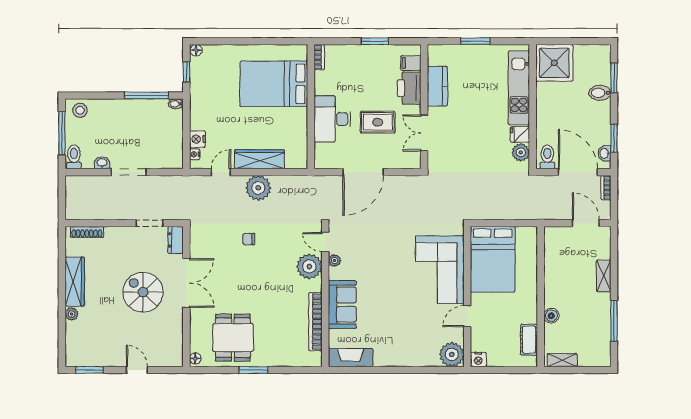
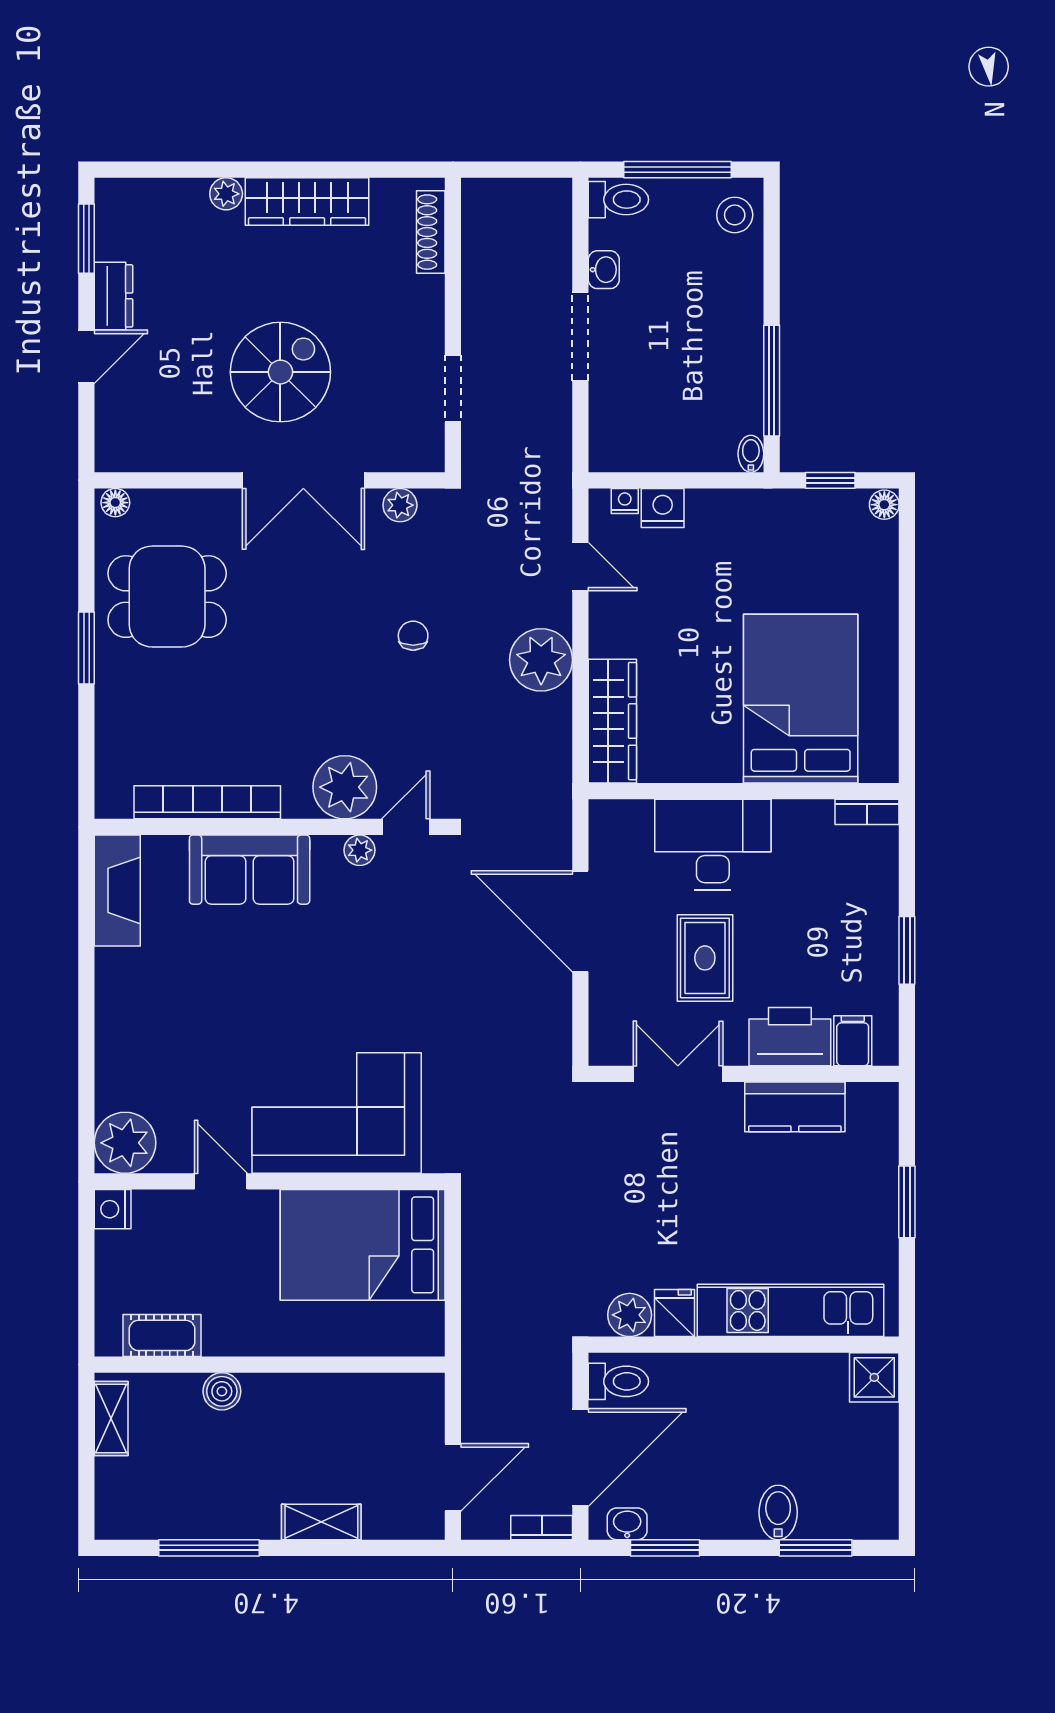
shower: (554, 63) -> (874, 1377), width x0.54, depth x0.54
wardrobe: (260, 159) -> (612, 721), moved
dresser: (176, 240) -> (113, 296), moved, turned 90
plant: (196, 244) -> (400, 505), added

